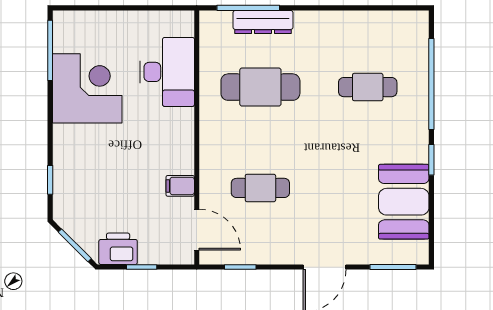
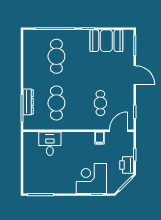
desk: (167, 72) -> (50, 144), width x0.73
cafe table: (368, 87) -> (56, 56), width x1.37, depth x1.35
corner desk: (87, 88) -> (91, 178), moved

